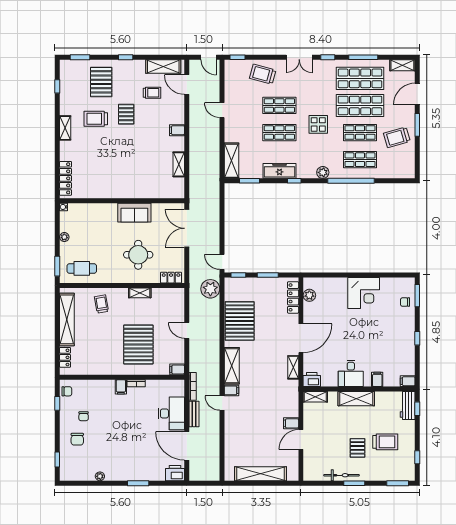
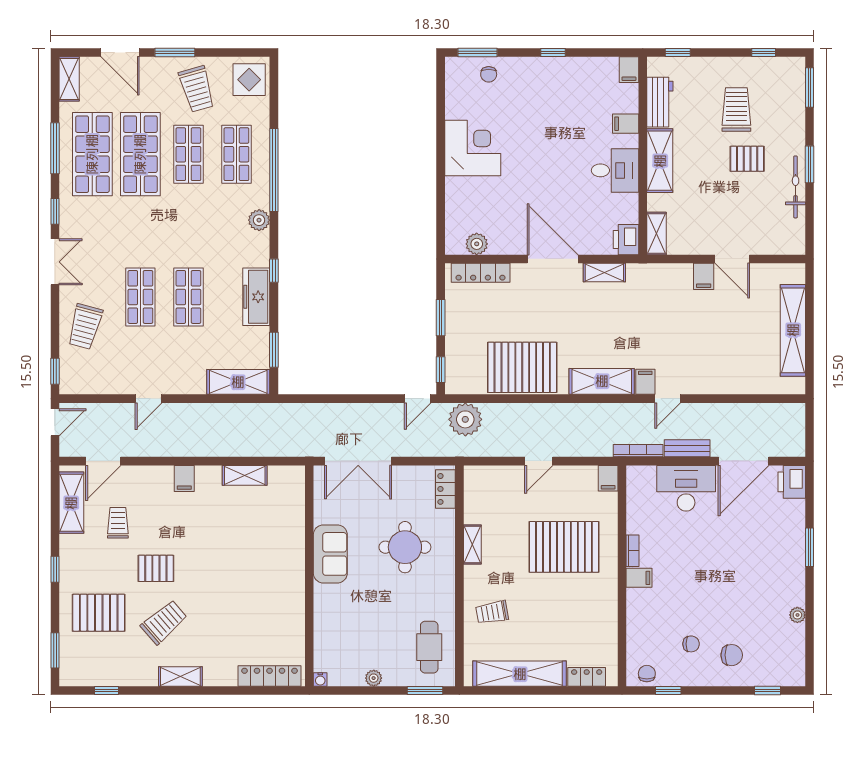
trolley: (96, 119) -> (164, 622), turned -131
display table: (318, 124) -> (249, 80), moved
workbench: (408, 405) -> (660, 102), moved, turned -90

